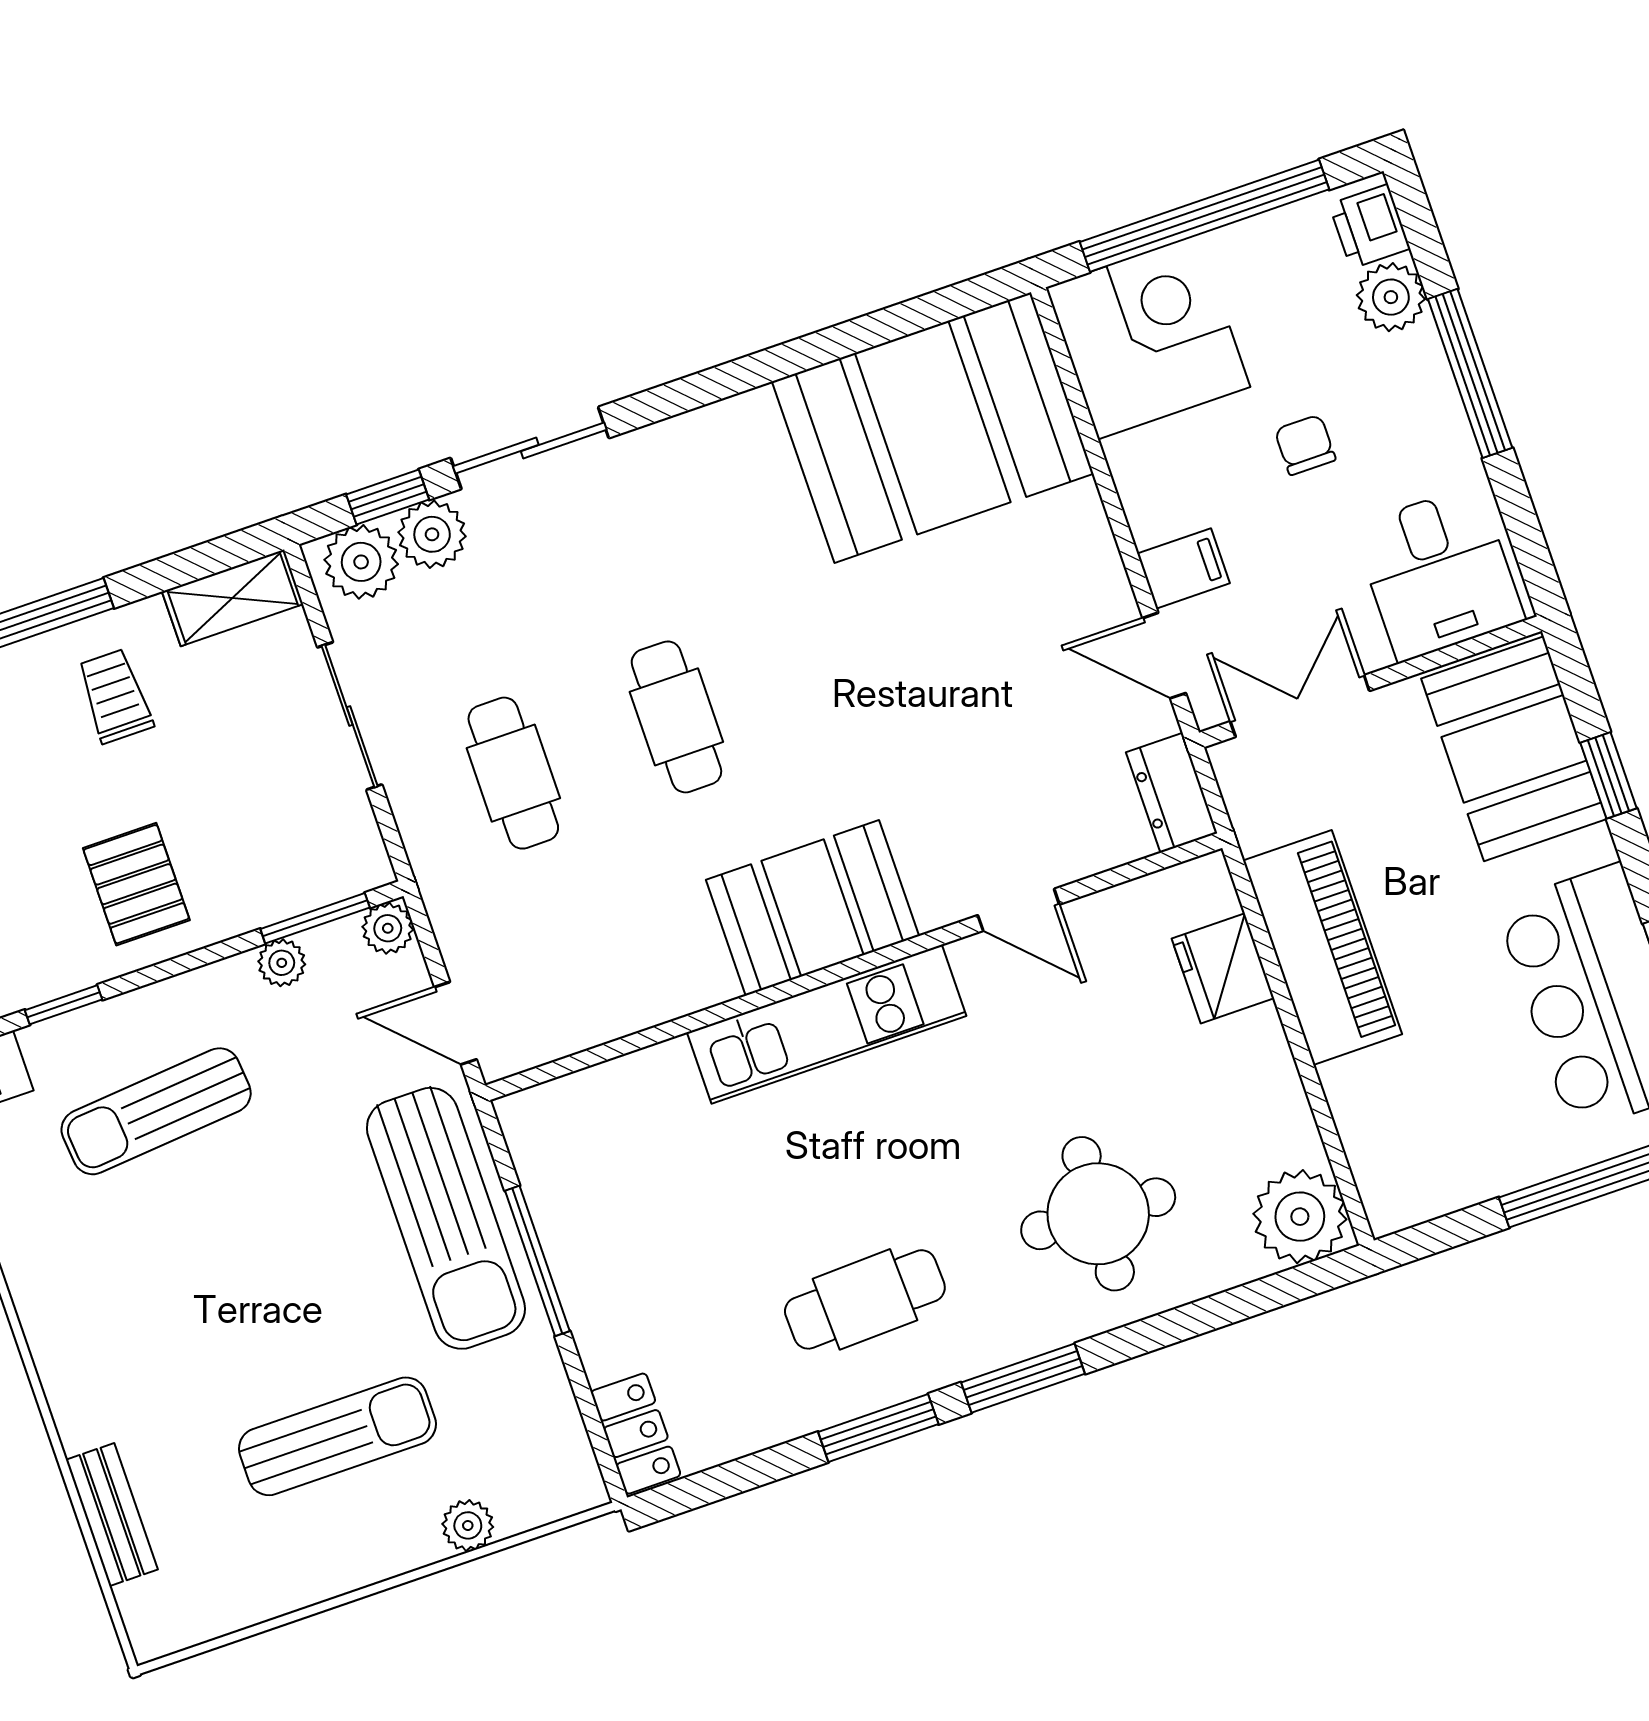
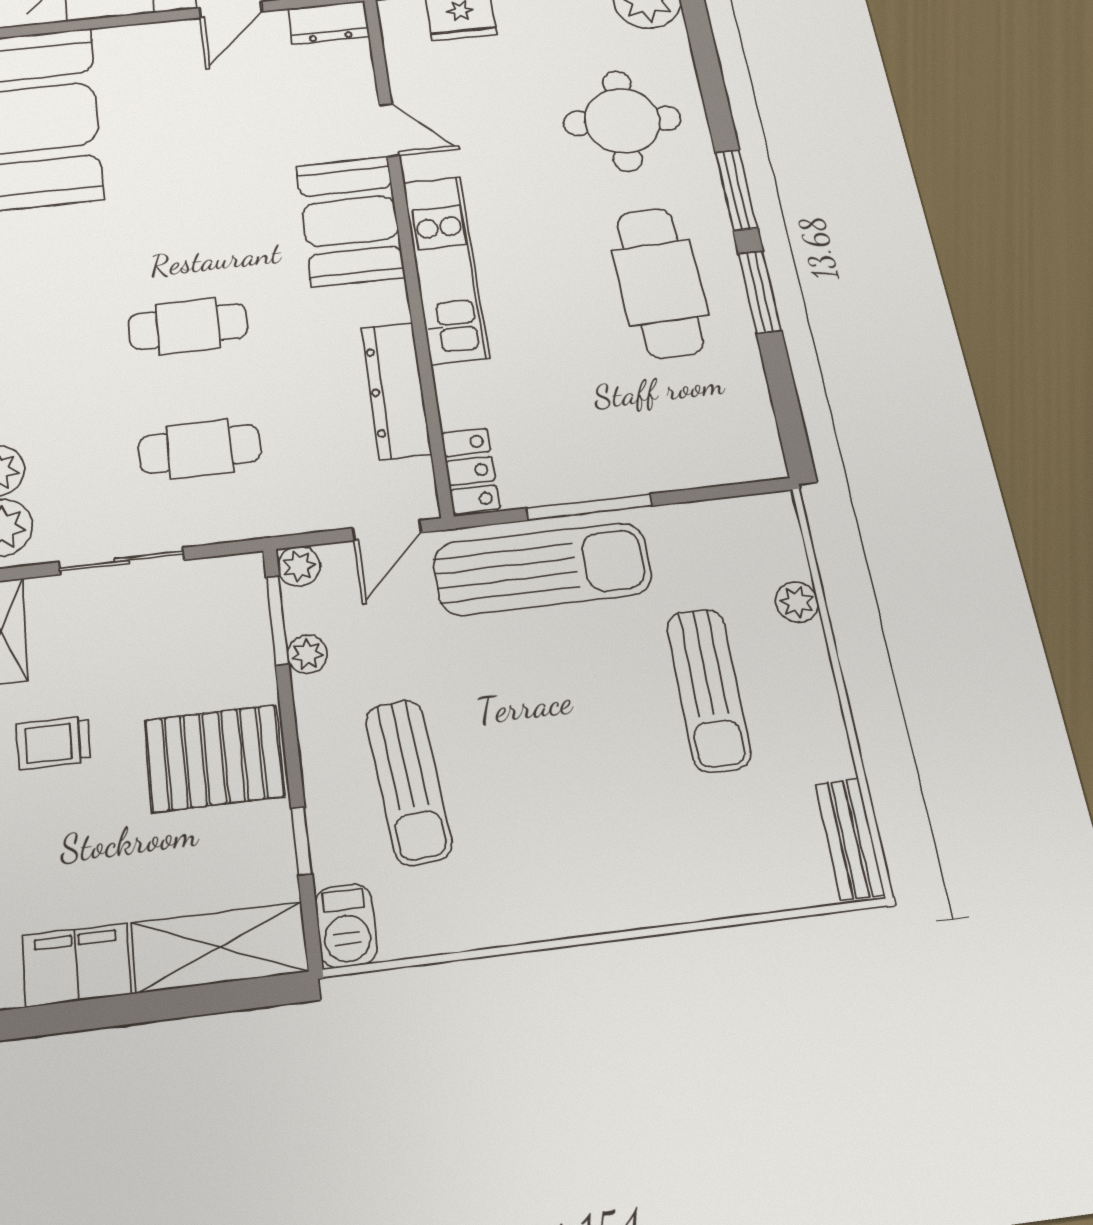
pallet: (136, 884) -> (214, 758), width x1.50, depth x1.42
booth: (812, 908) -> (350, 221), moved
door: (1019, 910) -> (389, 130), hinge flipped
dresser: (643, 996) -> (396, 390), added
cafe table: (865, 1299) -> (660, 282), width x1.37, depth x1.35
locker: (636, 1434) -> (470, 471), moved, turned 90
sun lounger: (337, 1436) -> (709, 690), turned 180
bench: (112, 1515) -> (850, 839), moved, turned 90

